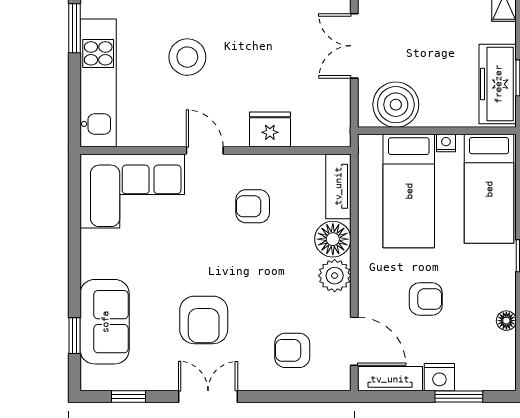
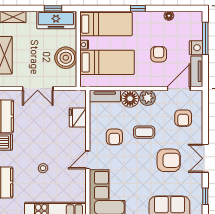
stool: (187, 57) -> (43, 168), width x0.53, depth x0.53
boiler: (396, 105) -> (66, 58), moved
fridge: (270, 130) -> (78, 118), moved
coffee table: (263, 269) -> (144, 132), added
window: (459, 397) -> (205, 38), width x1.44

